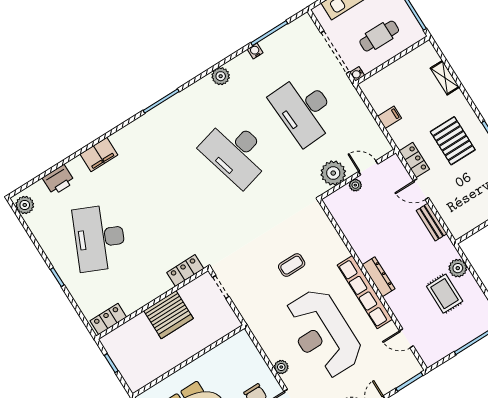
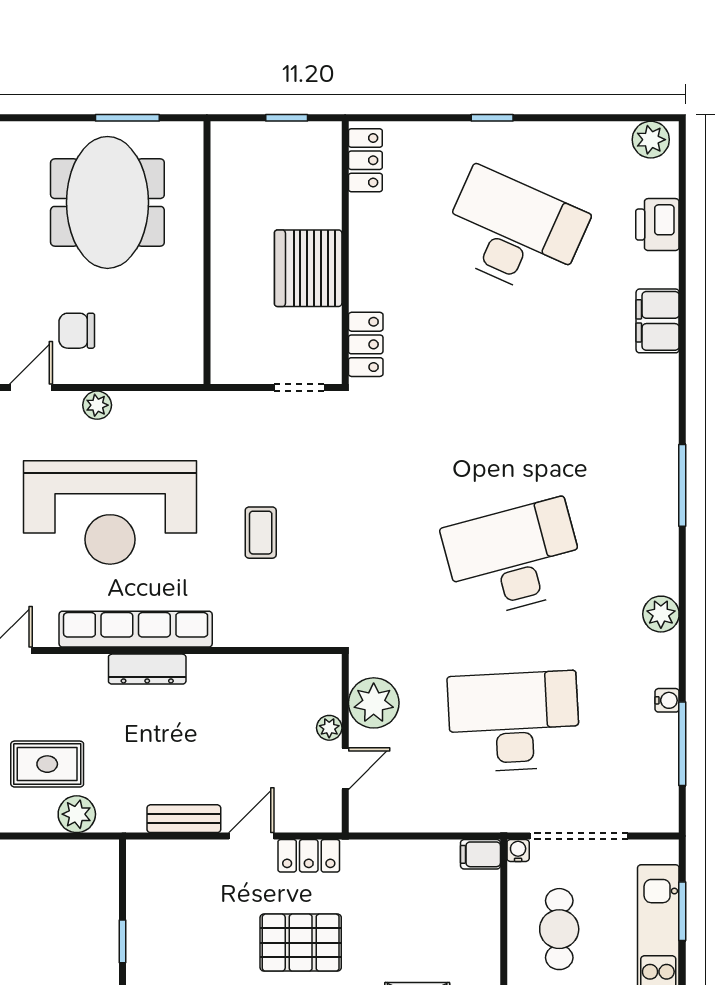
filing cabinet: (389, 117) -> (480, 854), moved, turned 90
reception desk: (323, 333) -> (110, 512), turned 180

